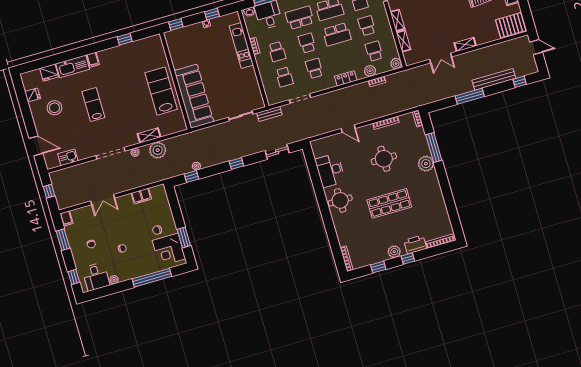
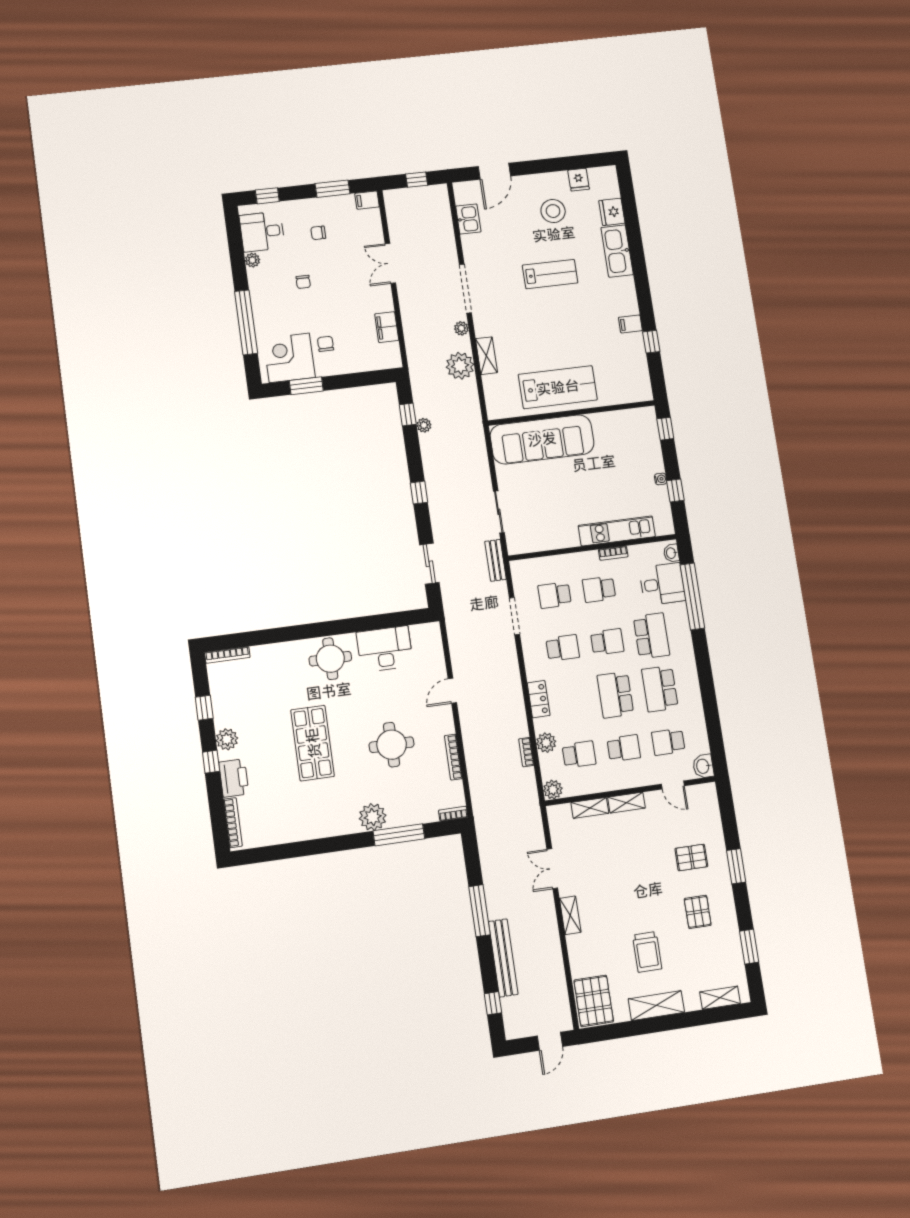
filing cabinet: (93, 60) -> (630, 324), moved

